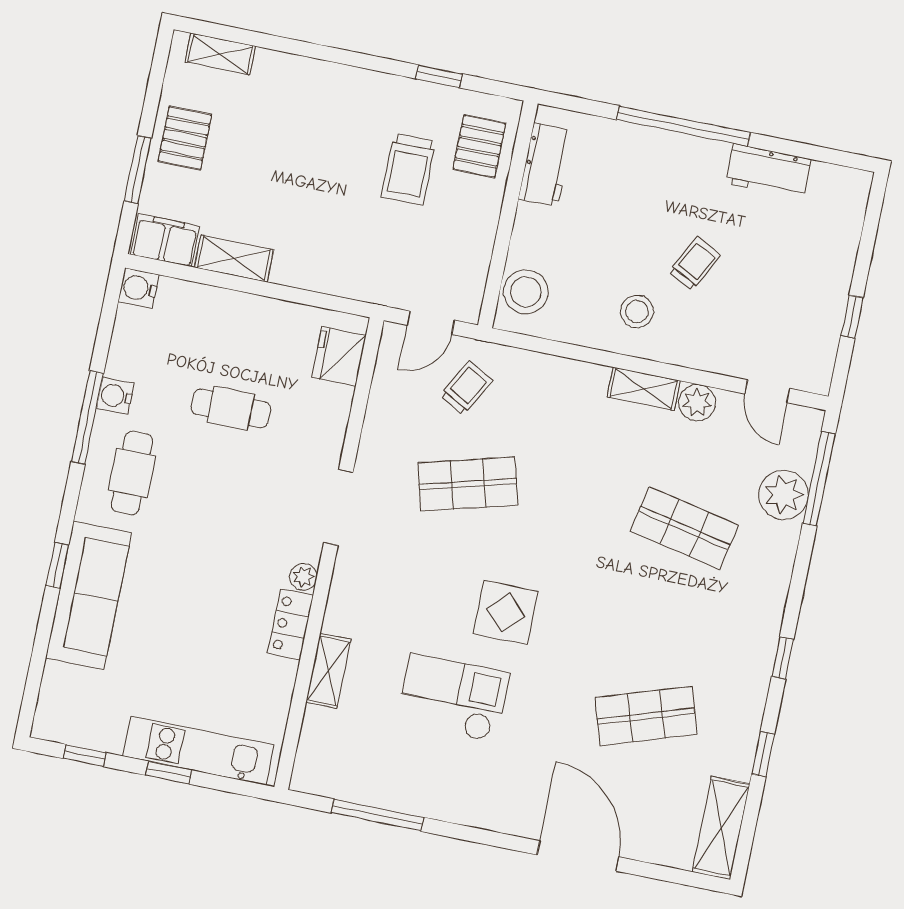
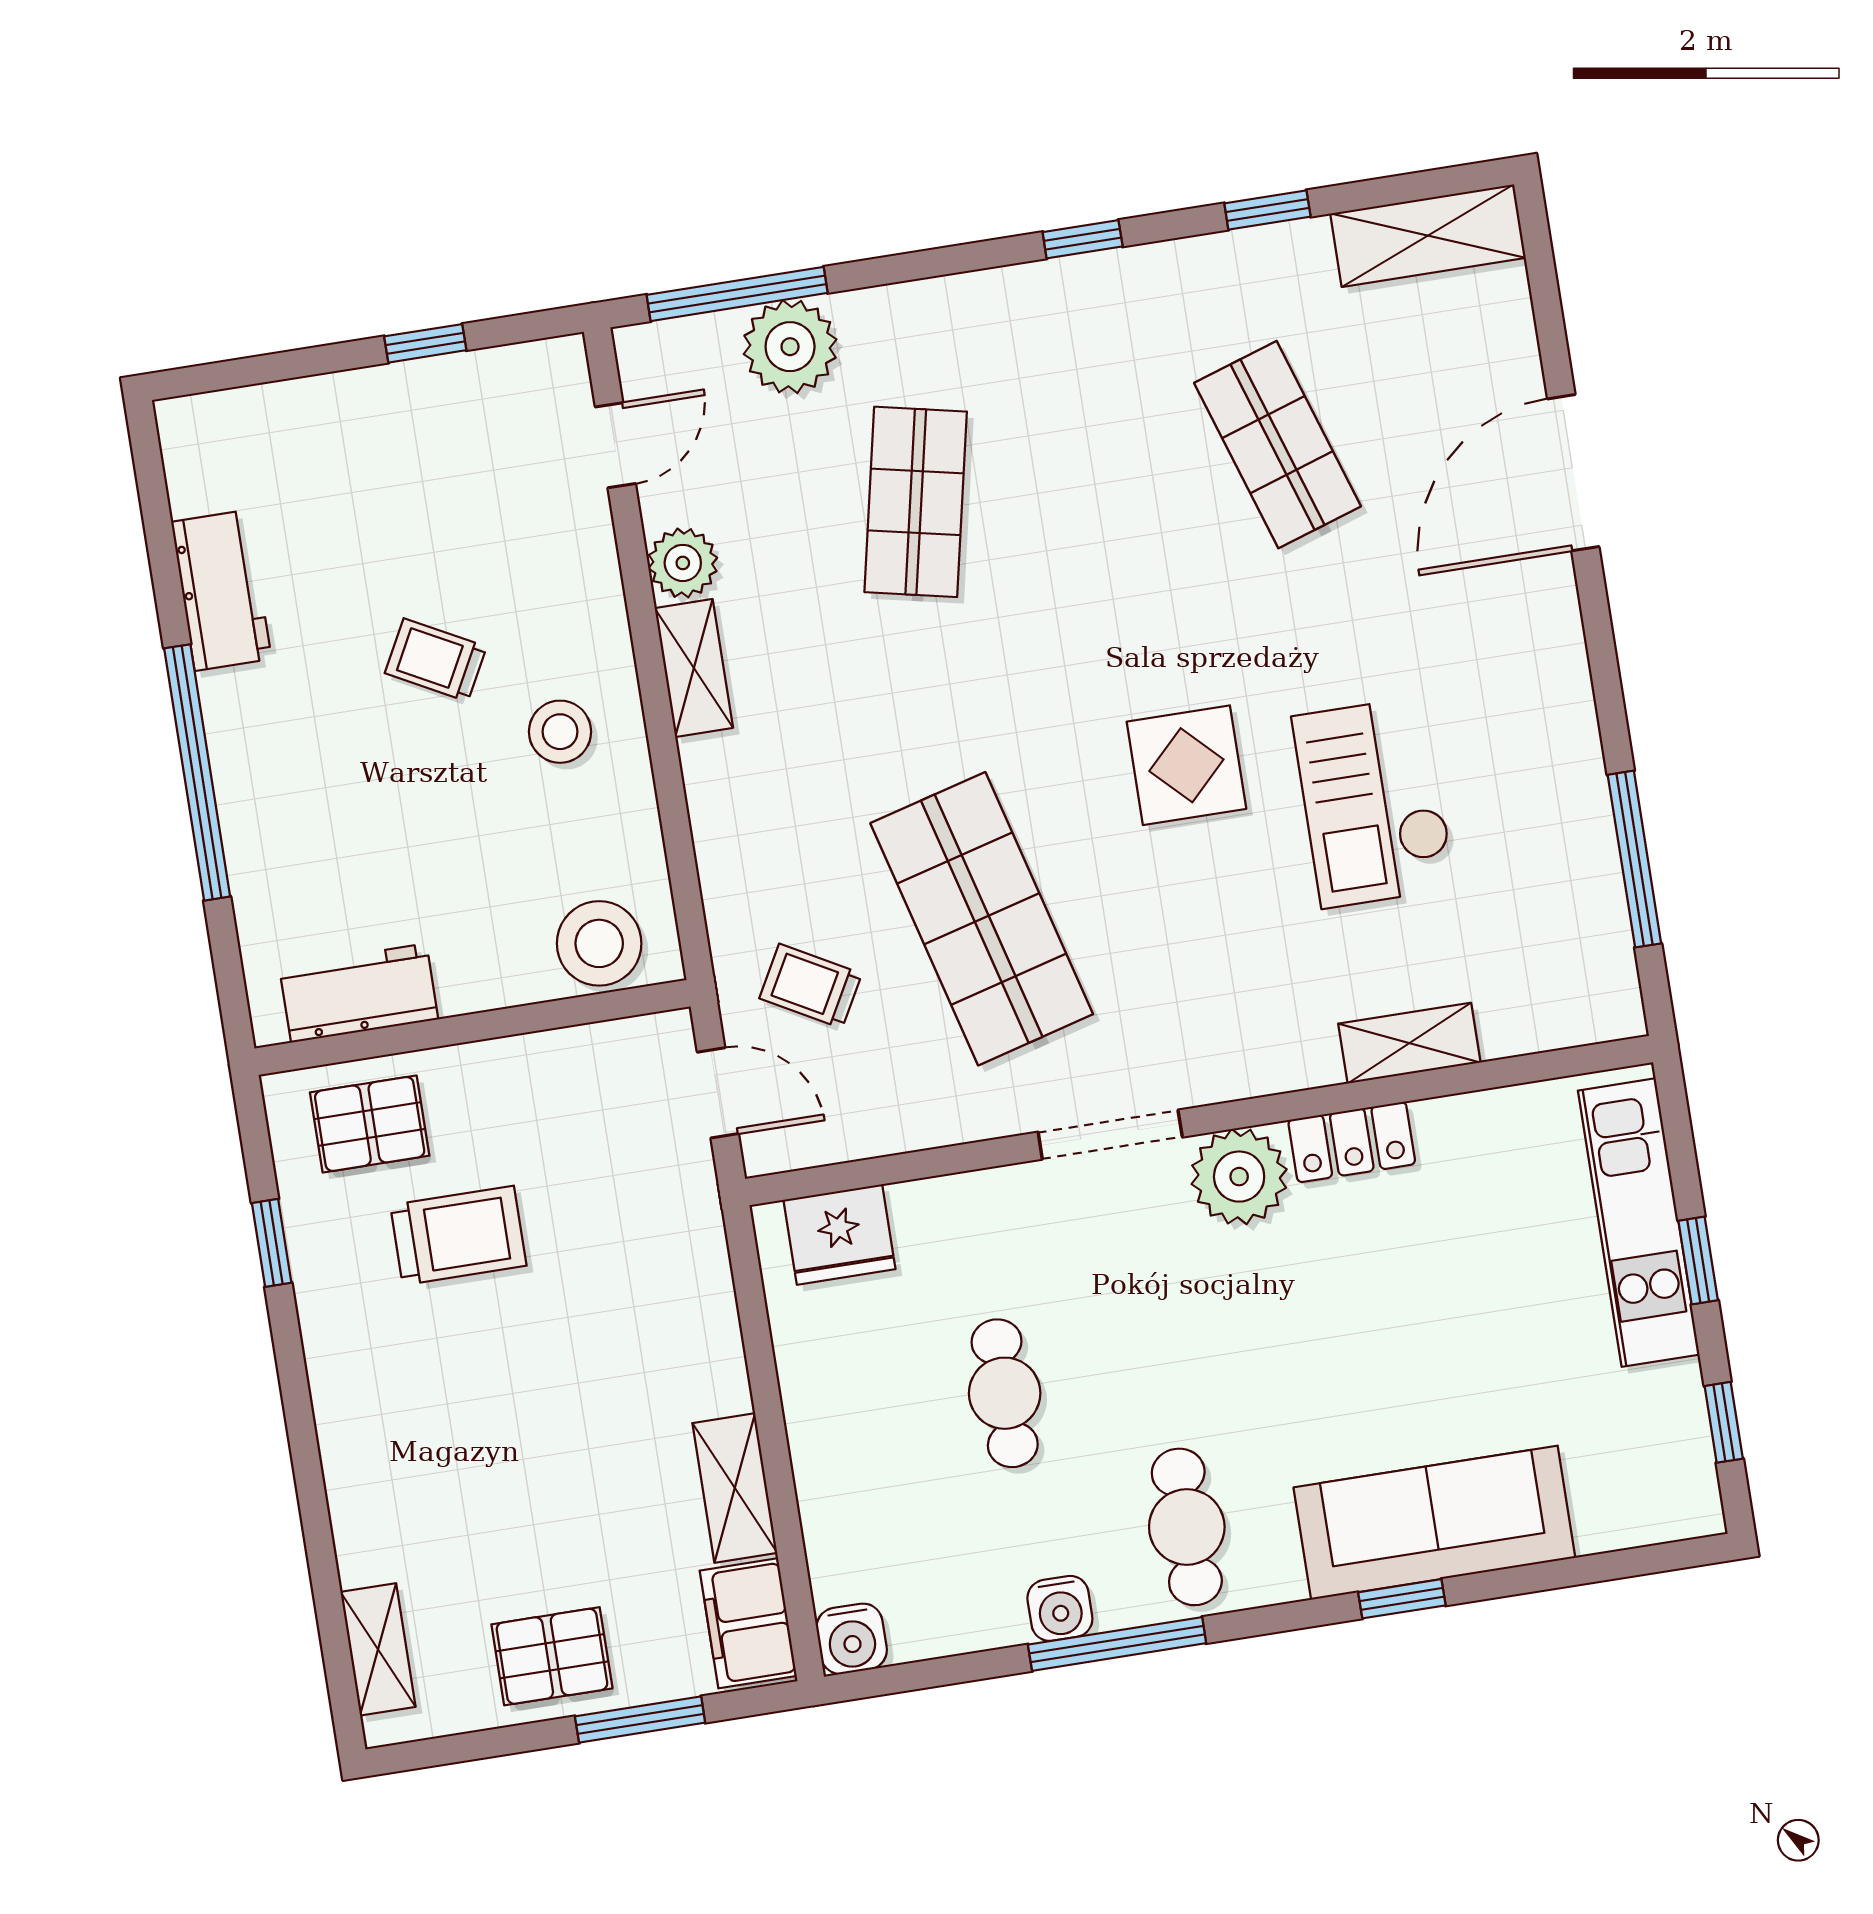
cafe table: (132, 473) -> (1187, 1527), turned 90
shop shelf: (468, 484) -> (982, 919), width x1.43, depth x1.36
plant: (303, 577) -> (1239, 1177), width x1.88, depth x1.88

